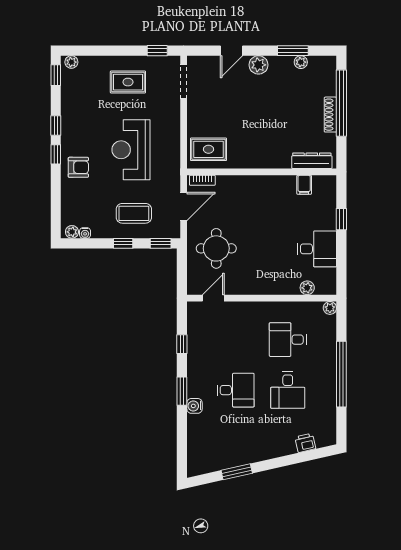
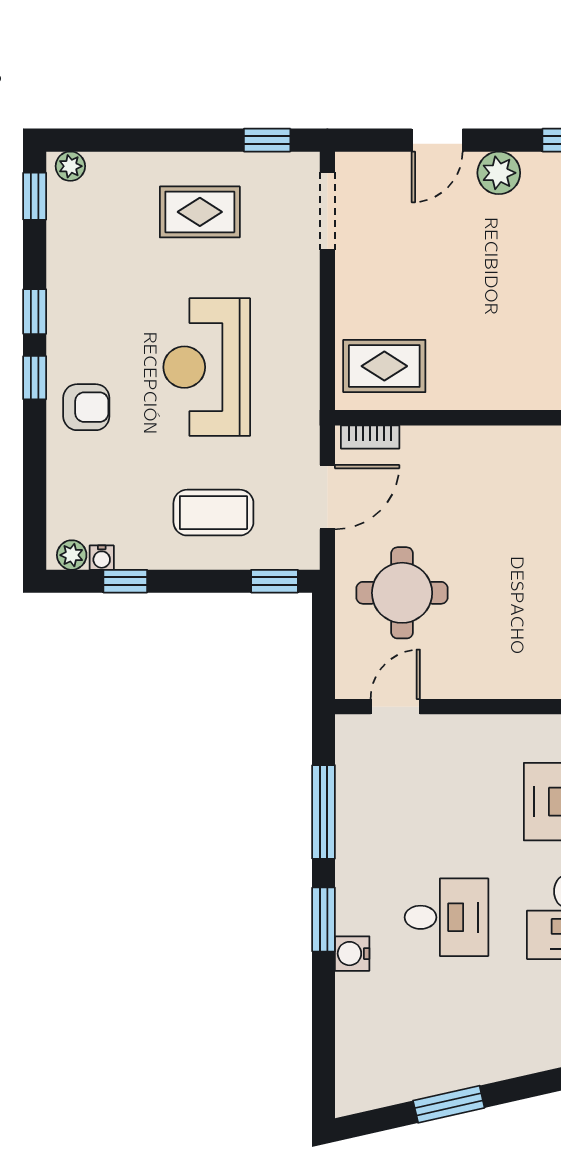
window: (123, 243) -> (125, 581), moved
window: (182, 344) -> (324, 812), width x2.17

